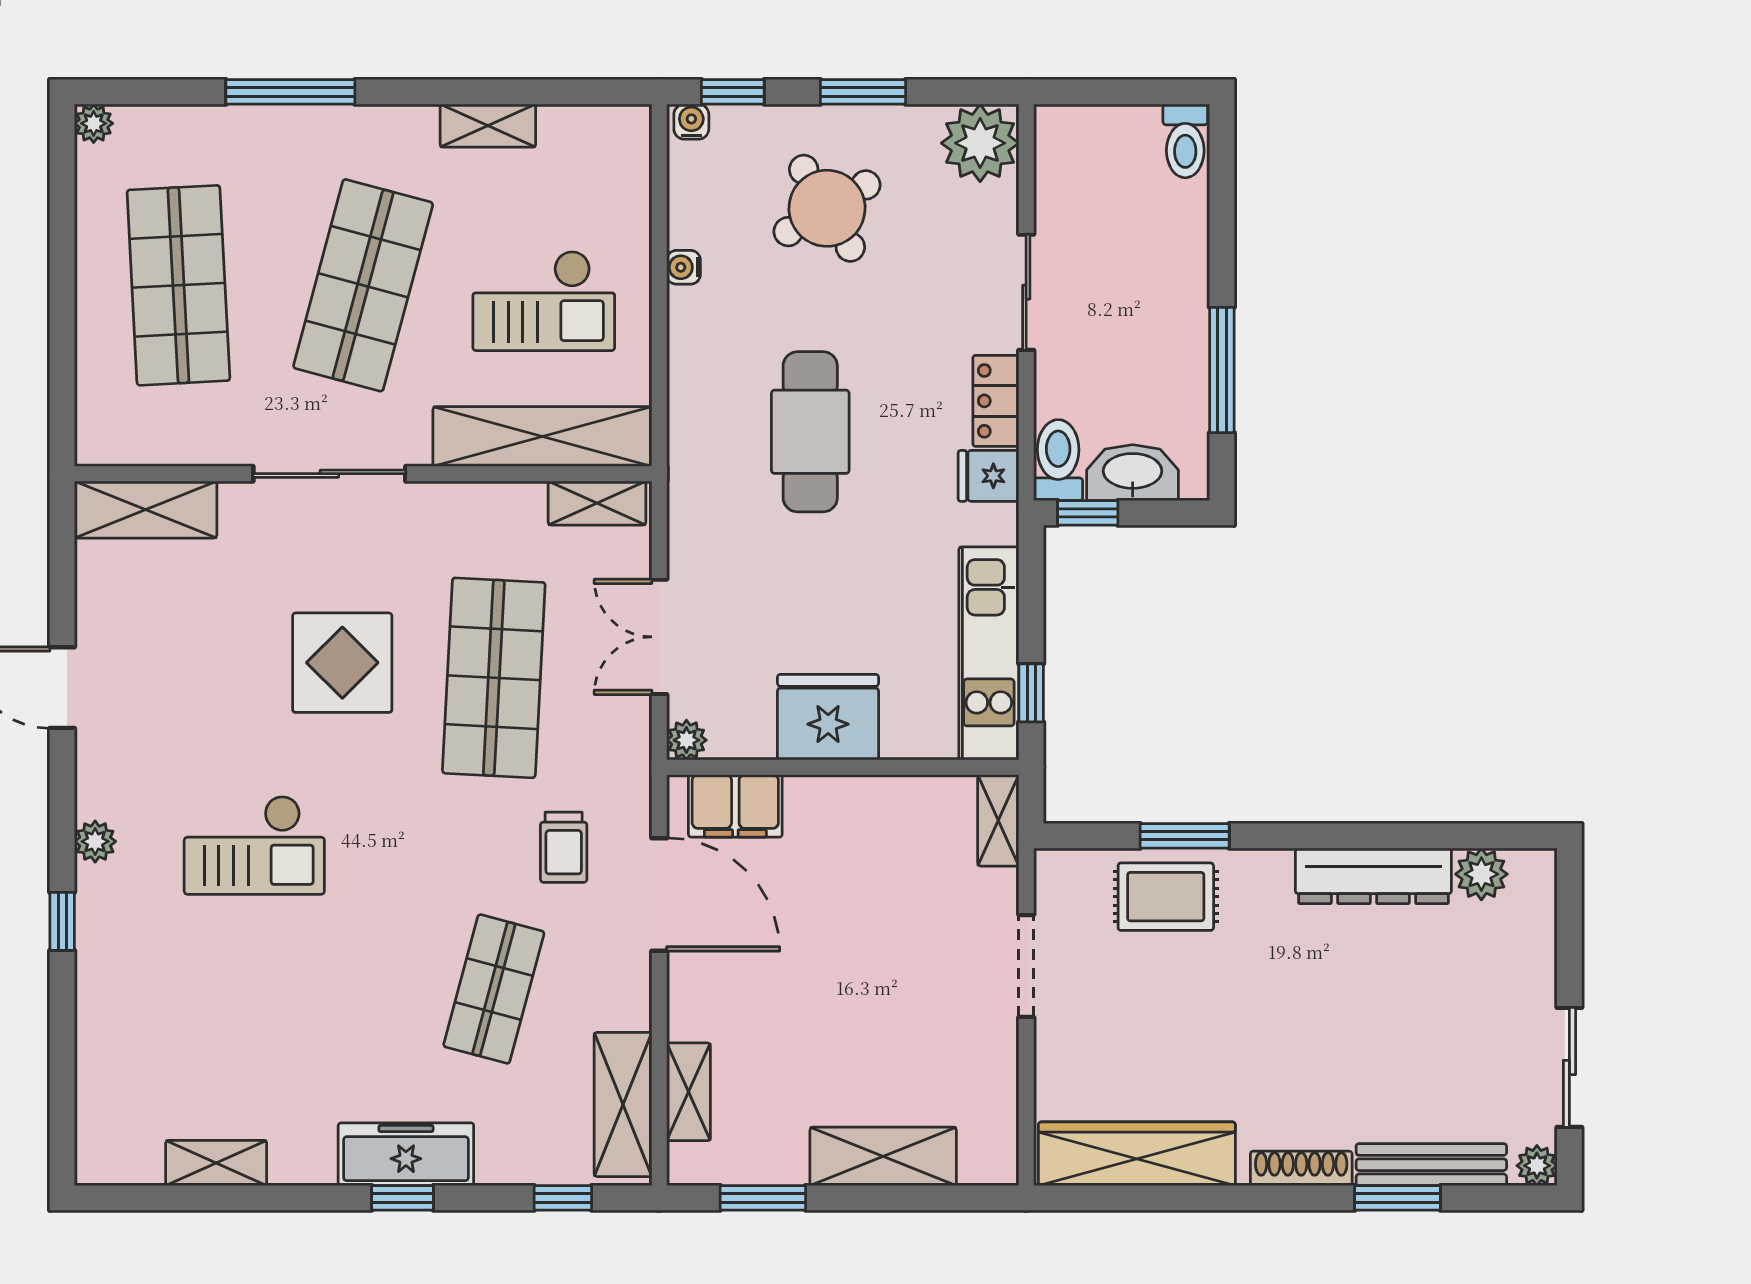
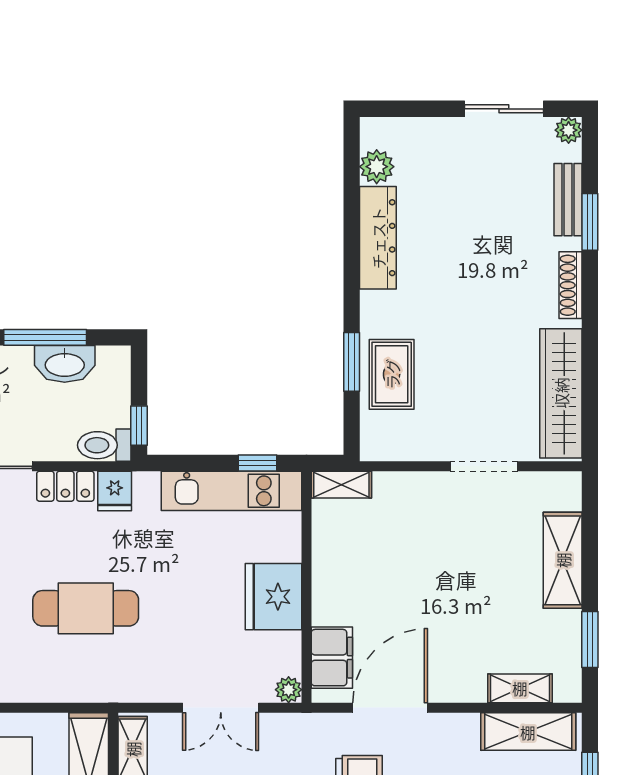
washbasin: (1133, 473) -> (65, 364), moved, turned -90
doorway: (1026, 966) -> (484, 466), moved
bench: (1431, 1165) -> (568, 200), width x0.73

